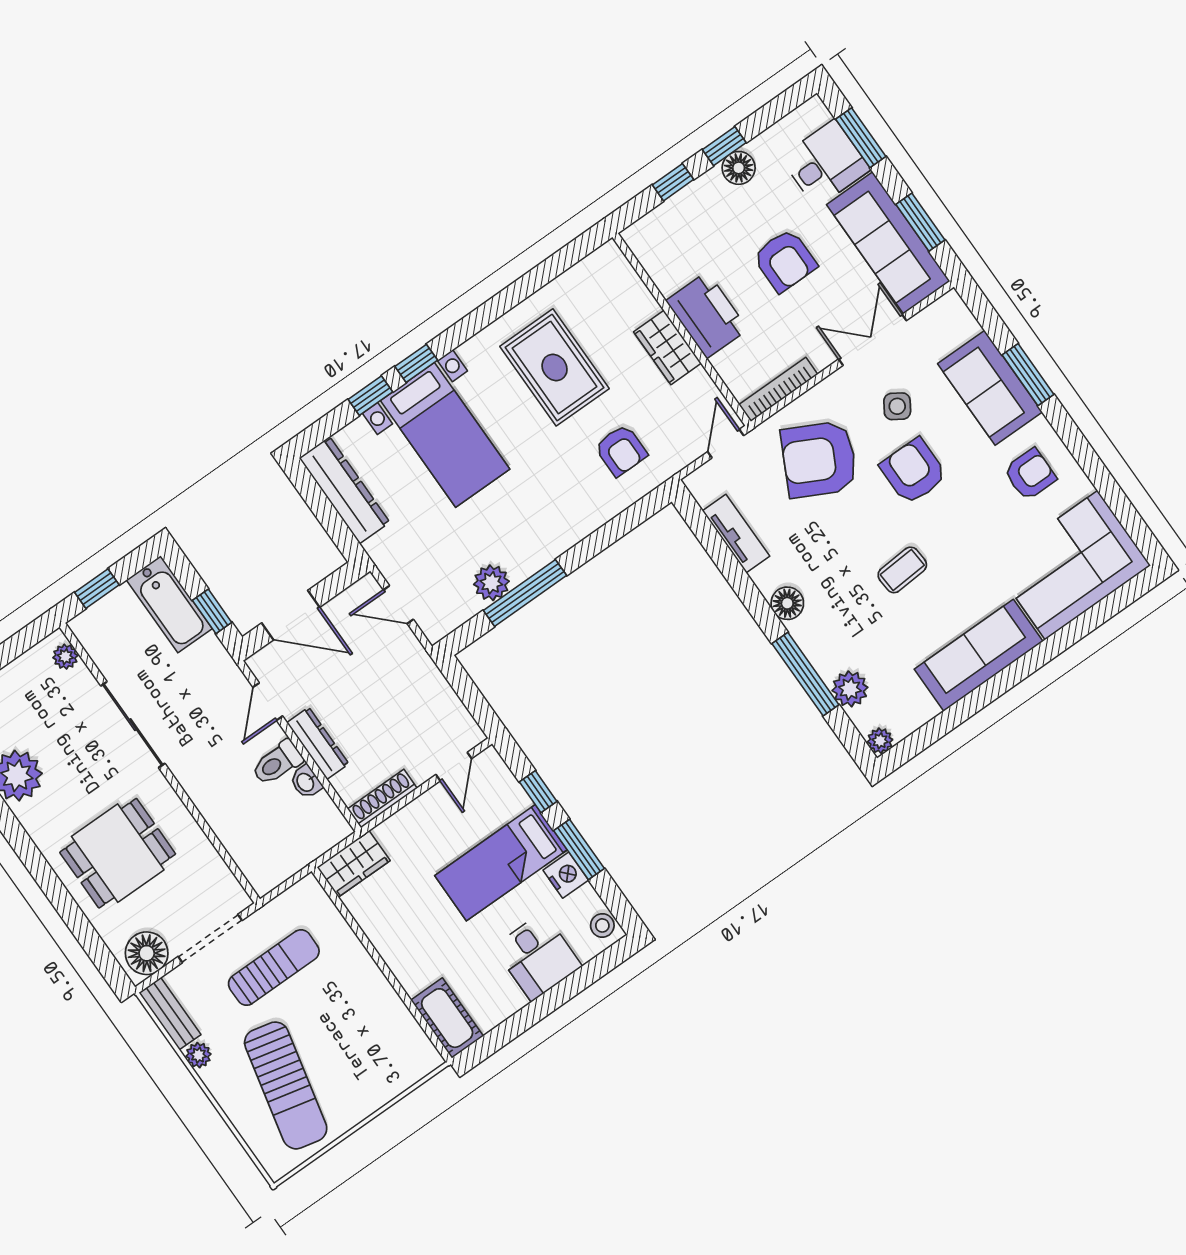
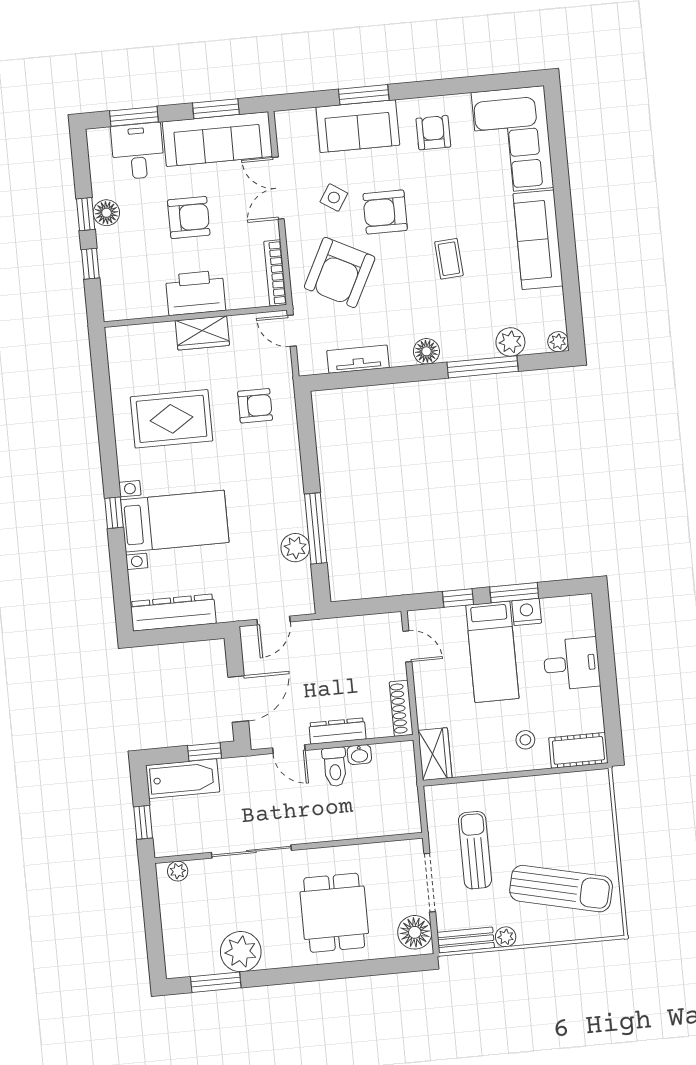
window: (370, 396) -> (118, 557), removed
stool: (602, 925) -> (525, 740), moved

